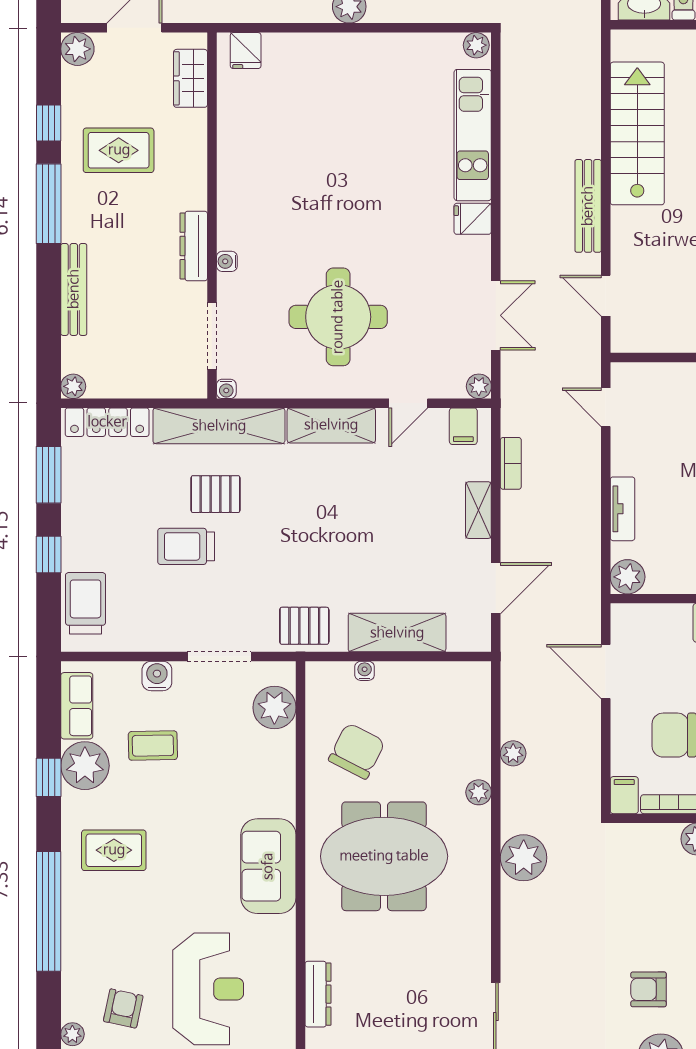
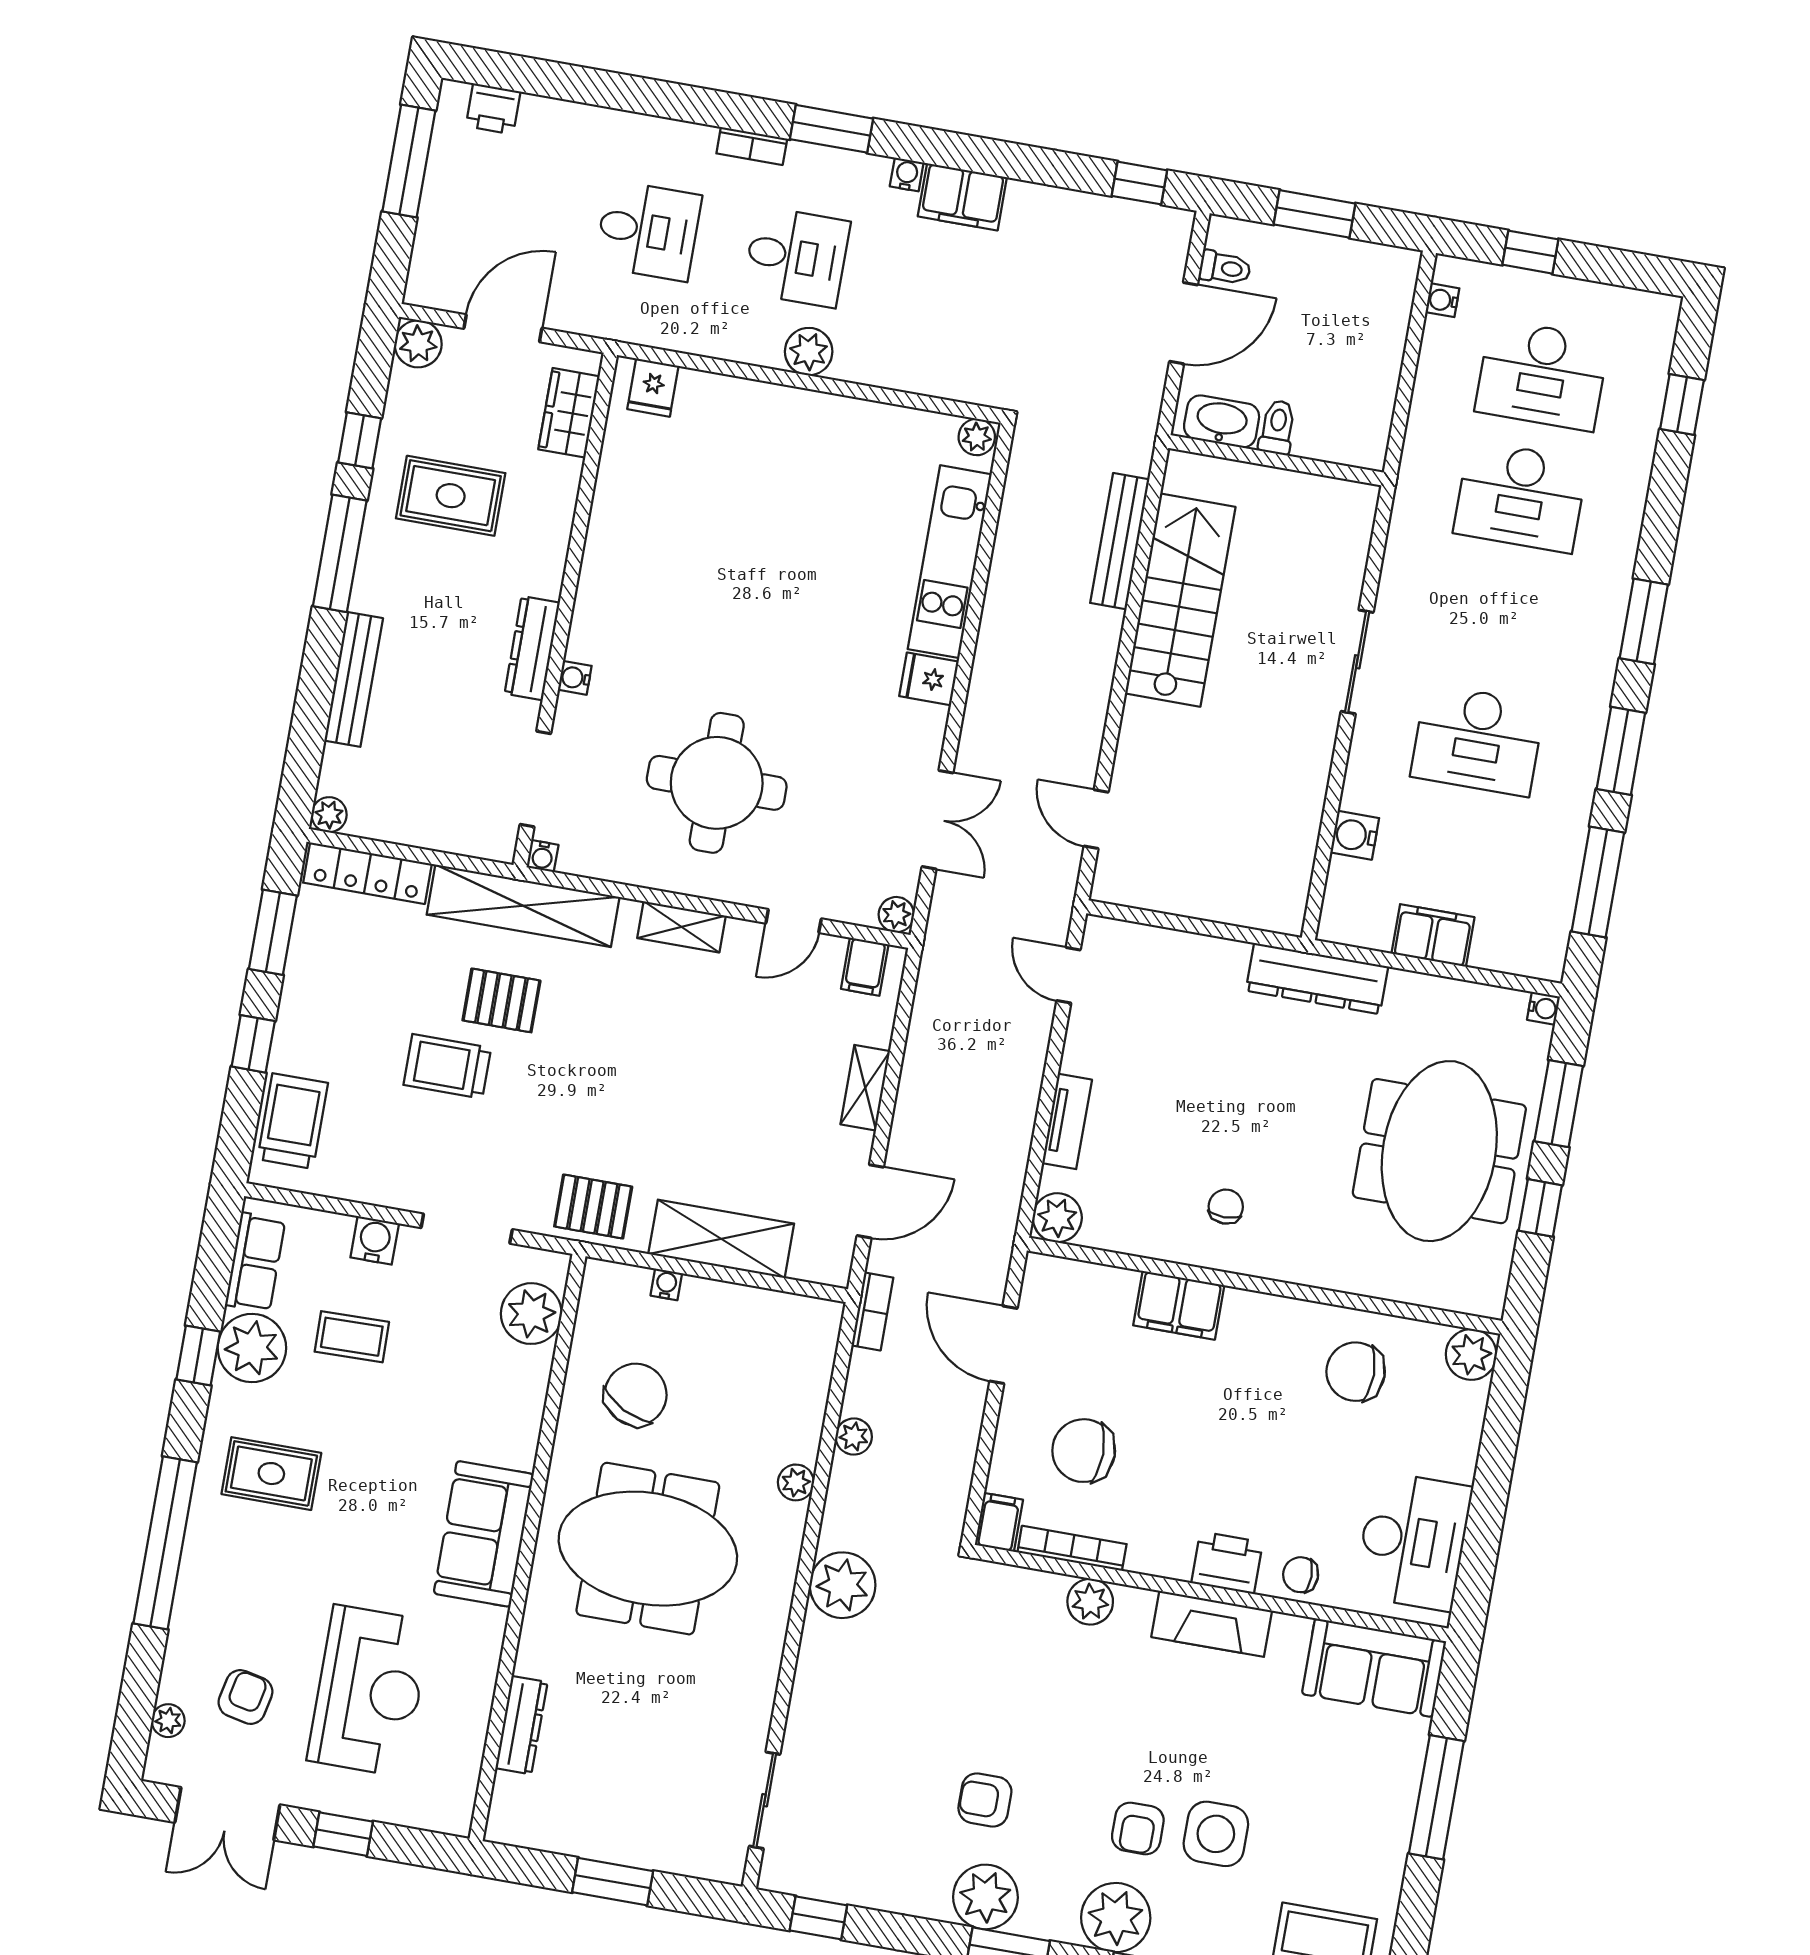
bench: (588, 206) -> (1120, 541), moved
shelving: (331, 425) -> (681, 927), width x0.67, depth x0.75
bookcase: (511, 463) -> (872, 1312), moved

